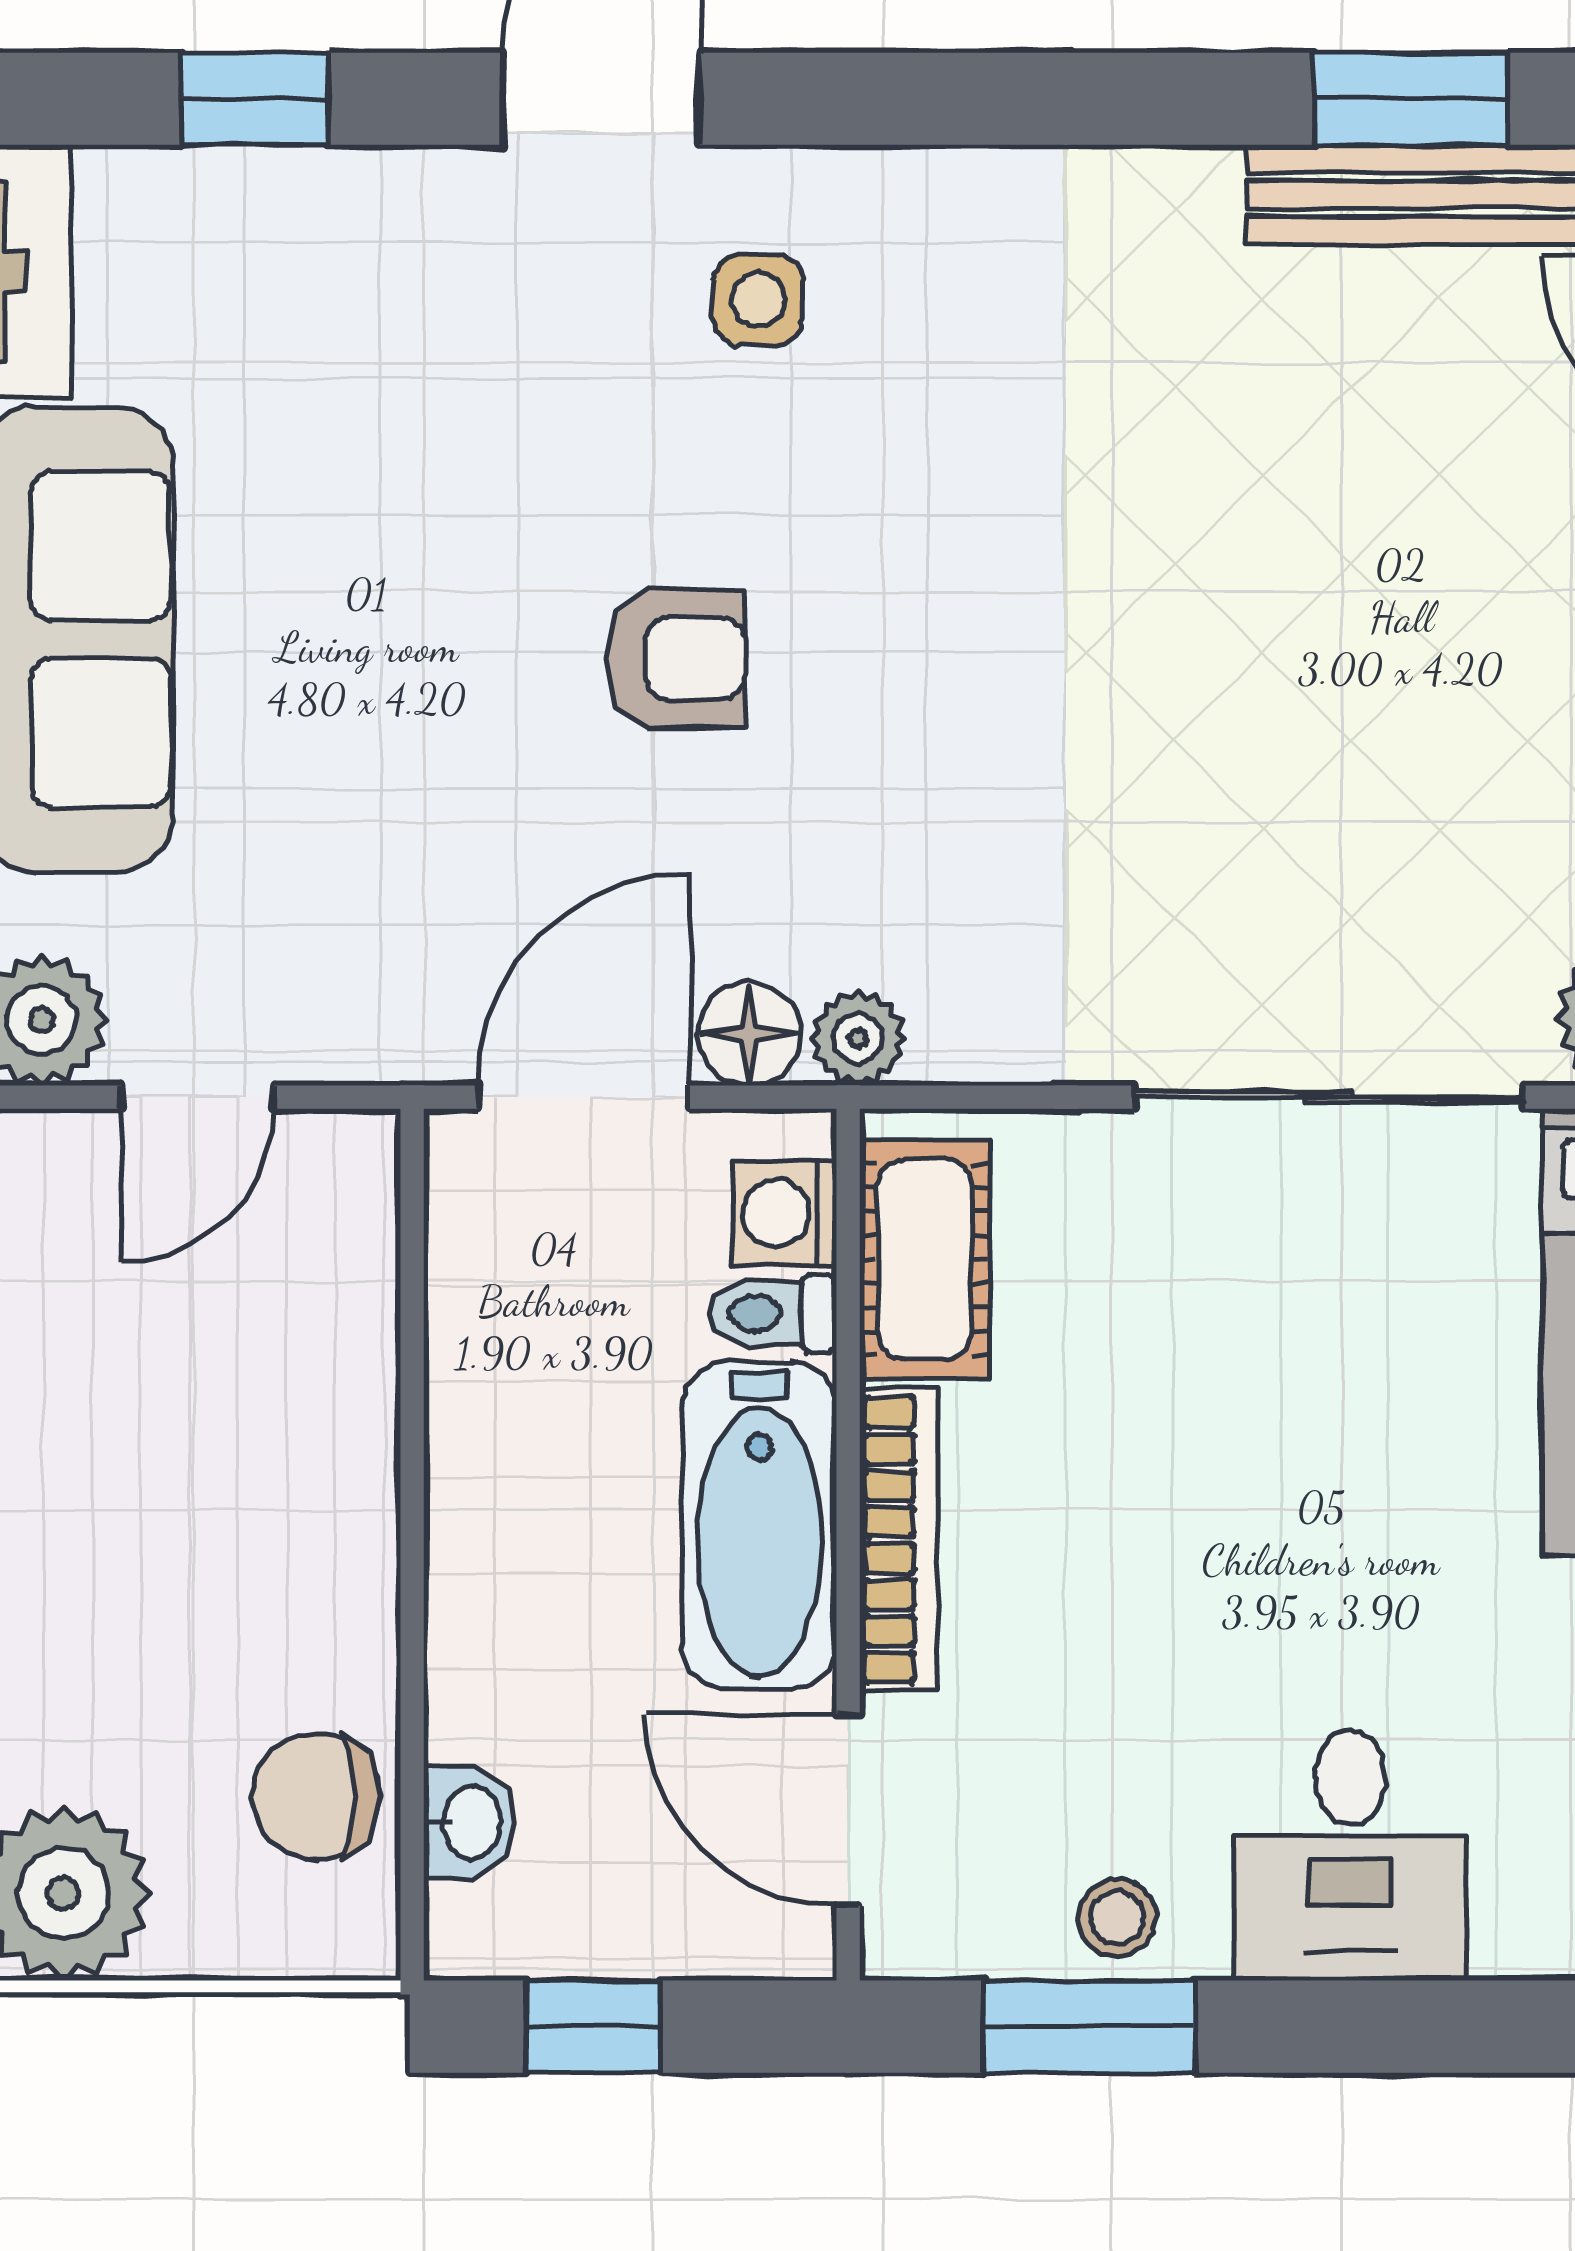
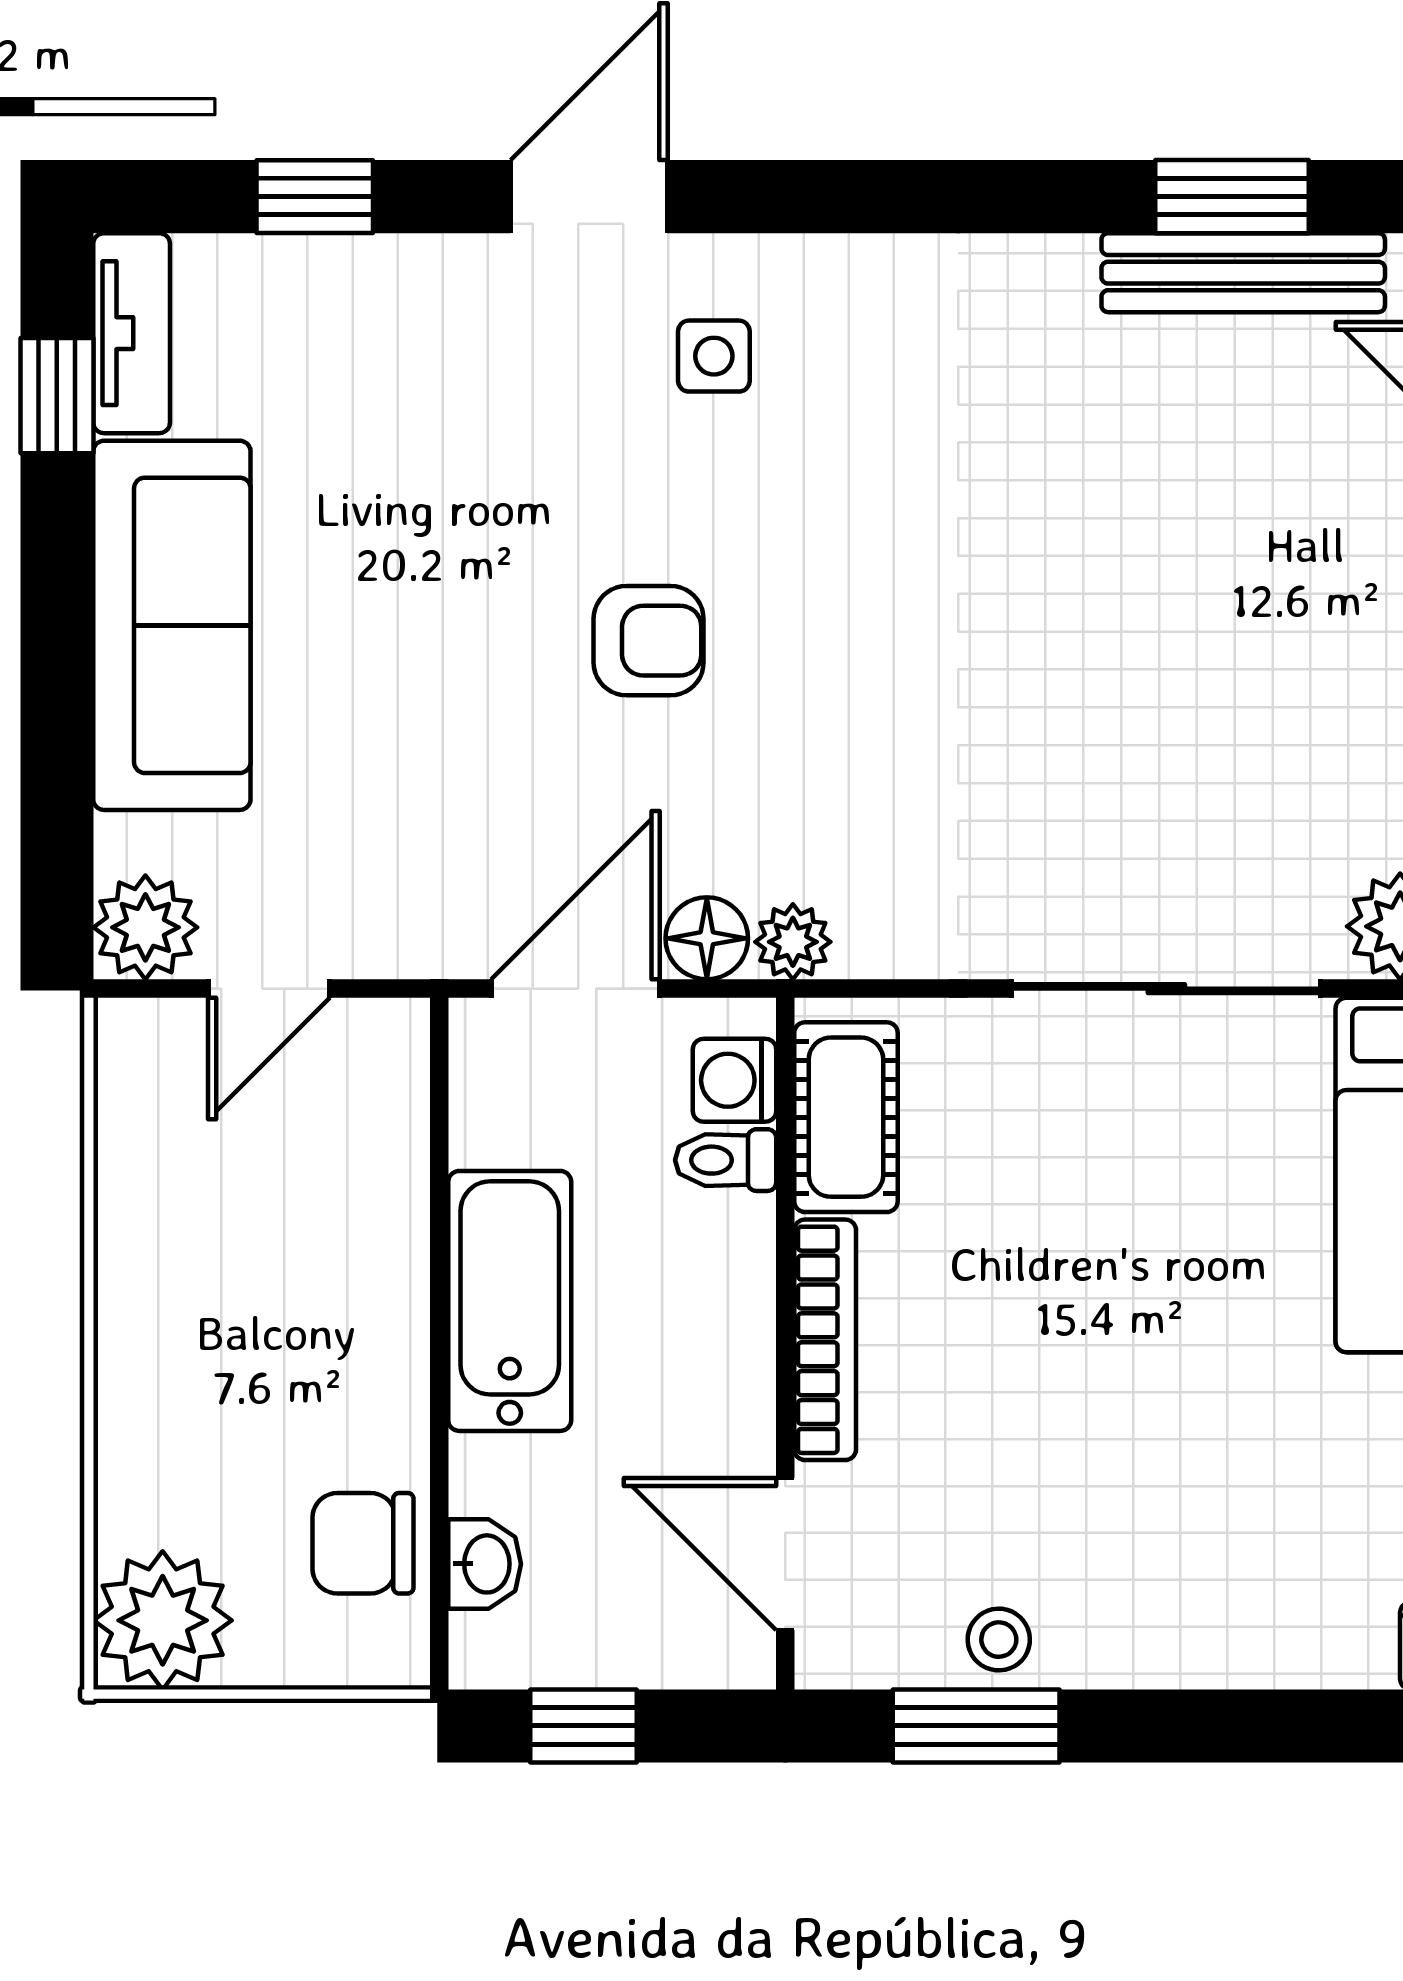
bathtub: (759, 1526) -> (510, 1301), moved, turned 180
desk: (1350, 1855) -> (1183, 1590), removed

